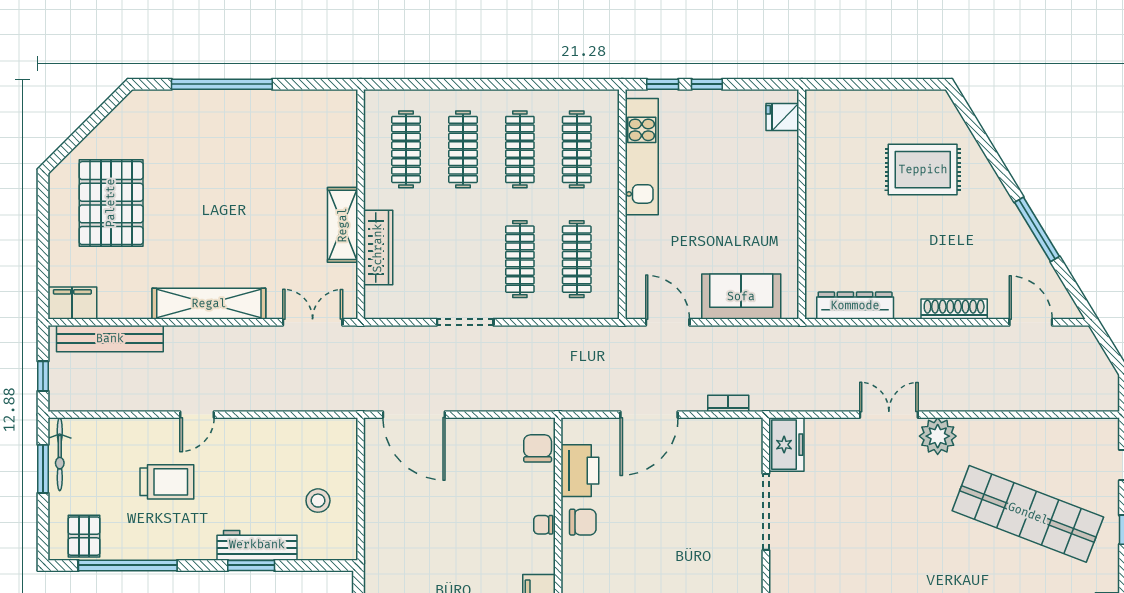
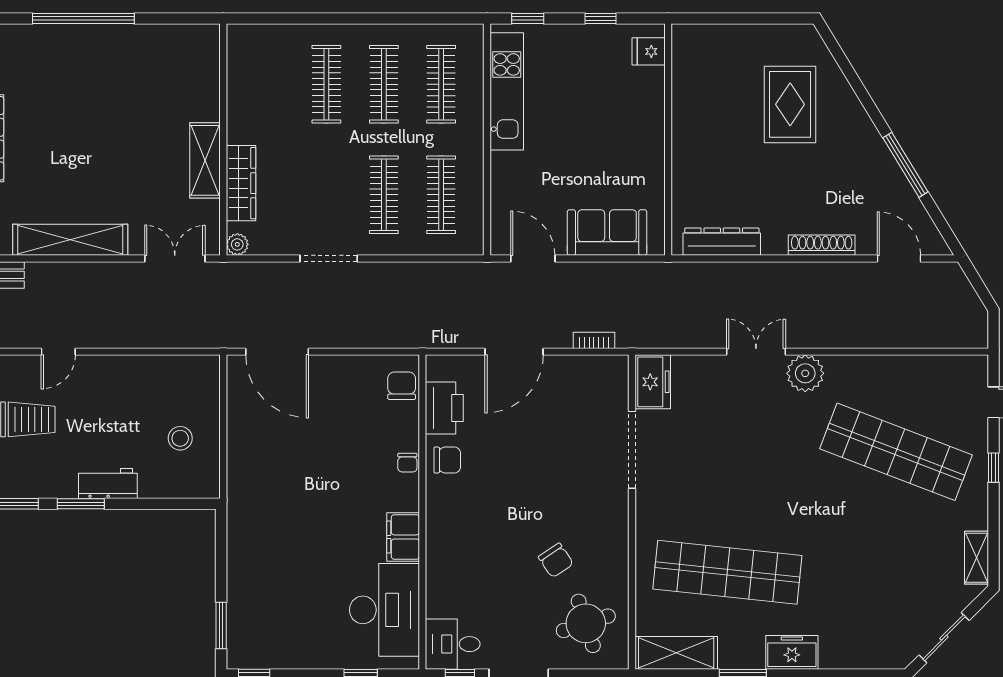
window: (707, 84) -> (601, 18), moved
clothes rail: (406, 149) -> (269, 84), removed
rug: (923, 170) -> (790, 104), turned 90
plant: (375, 308) -> (237, 244), added
chair: (543, 525) -> (407, 463), turned -90
workbench: (257, 545) -> (108, 483), width x0.73
window: (251, 565) -> (81, 504), moved

